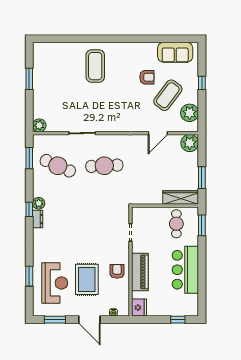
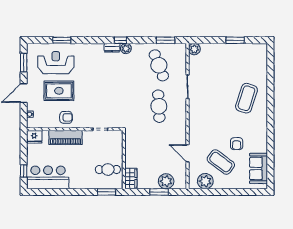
coffee table: (95, 66) -> (246, 98), turned -72
window: (202, 83) -> (232, 192), removed
plant: (190, 143) -> (166, 181), moved
cafe table: (58, 166) -> (159, 65), turned -45
window: (202, 178) -> (159, 192), moved
wardrobe: (181, 198) -> (131, 179), width x0.67
bar counter: (185, 270) -> (48, 177), moved
reception desk: (55, 283) -> (56, 63), turned 180

